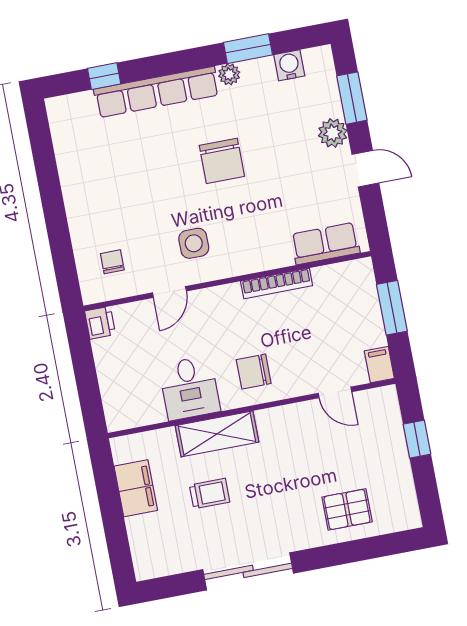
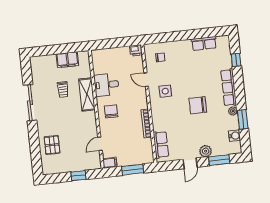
row of seats: (156, 92) -> (229, 87), width x0.73
row of seats: (70, 158) -> (204, 43), added

